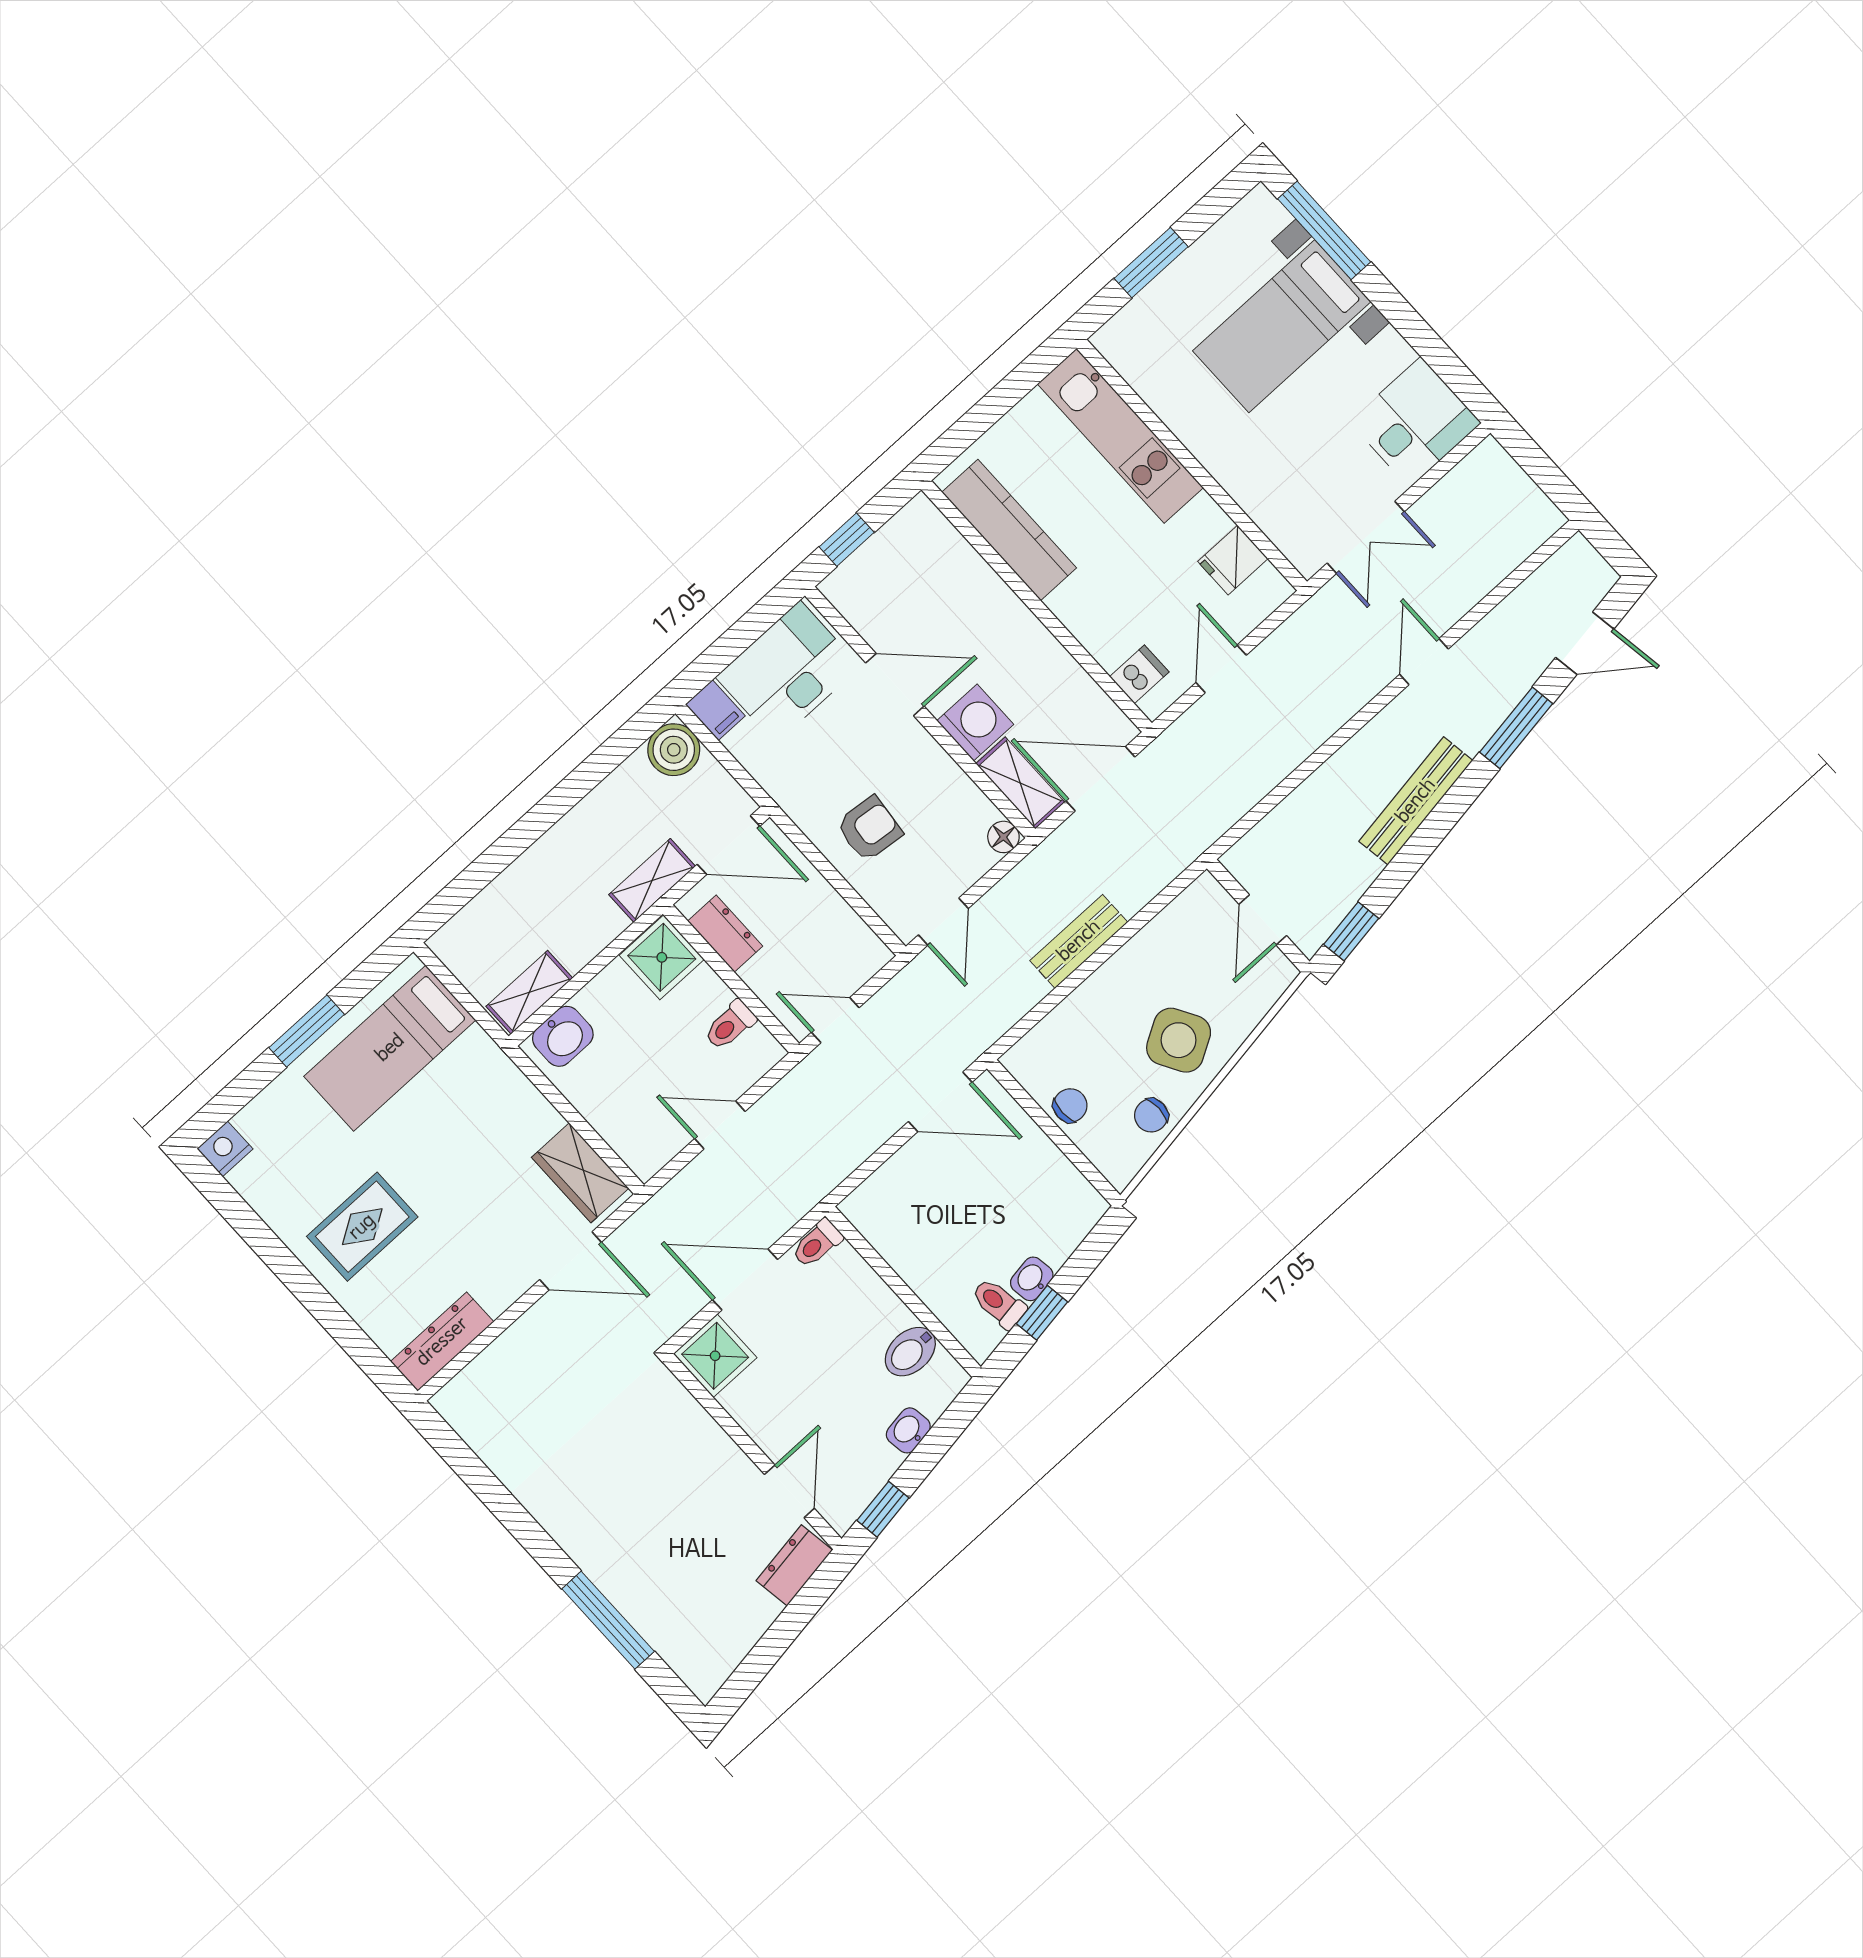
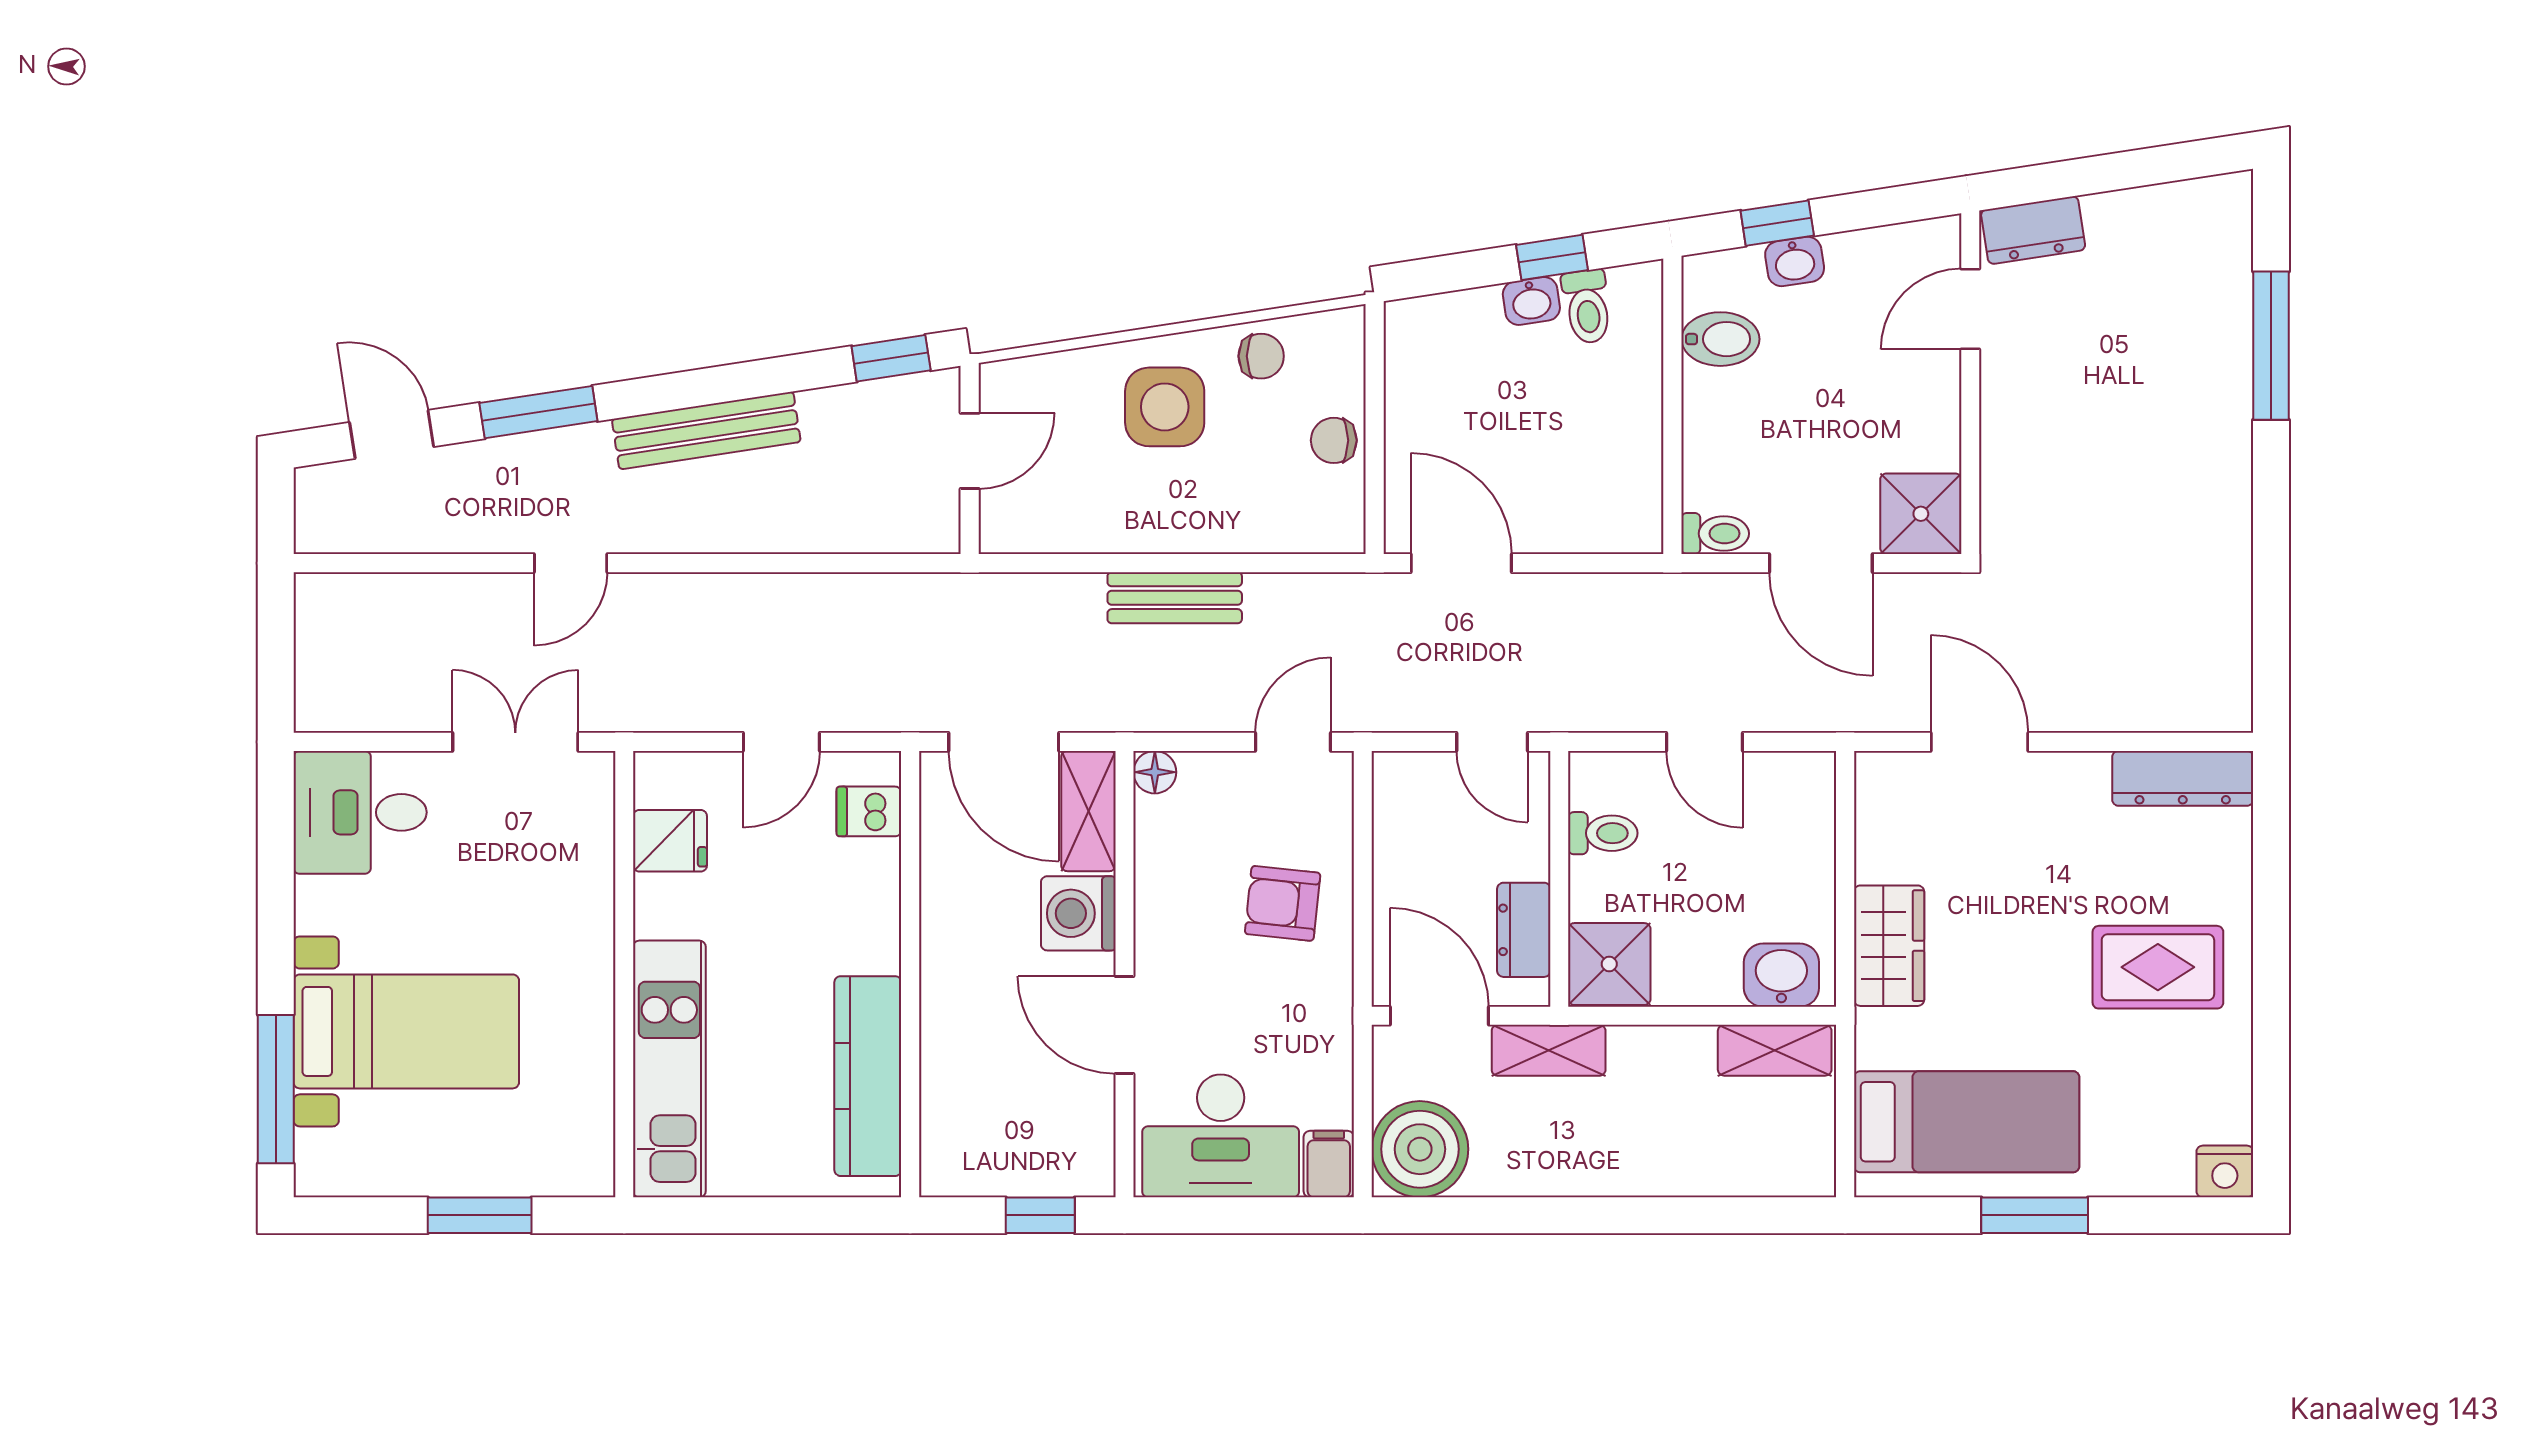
boiler: (674, 750) -> (1420, 1149), width x1.37, depth x1.37
side table: (1179, 1040) -> (1165, 407), turned 30
wardrobe: (580, 1173) -> (1889, 946), moved
window: (883, 1509) -> (1777, 223), moved

